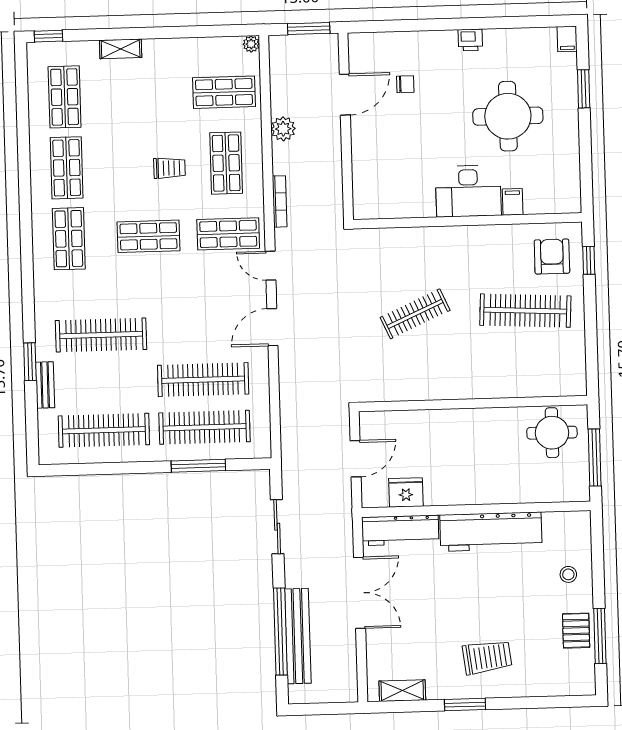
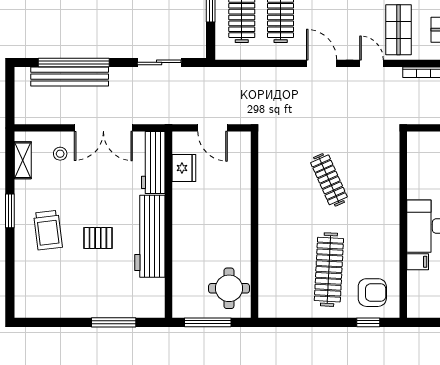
door: (271, 266) -> (372, 63), hinge flipped
stool: (568, 574) -> (60, 154), moved
pallet: (576, 631) -> (98, 238), moved
window: (600, 636) -> (114, 322), moved

